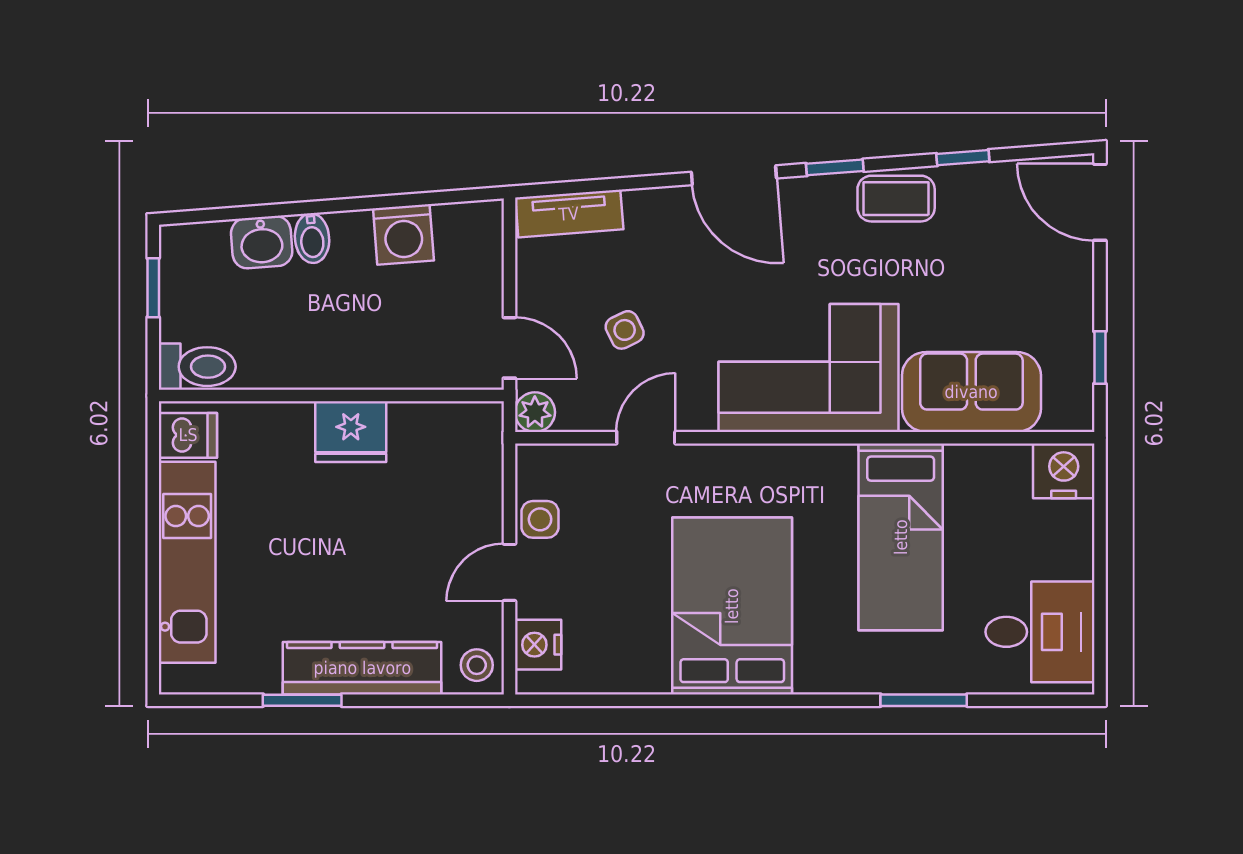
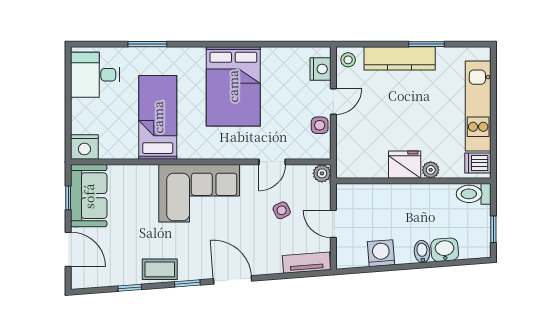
door: (1100, 202) -> (68, 249), moved
door: (509, 348) -> (333, 224), moved
sofa: (971, 392) -> (89, 196), moved, turned -90
plant: (293, 420) -> (431, 170), added

